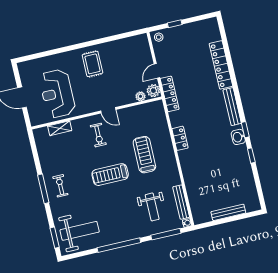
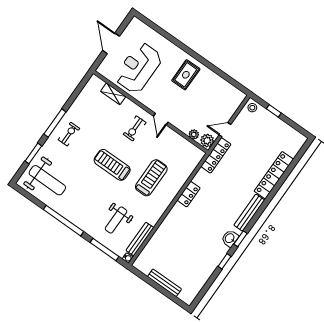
window: (55, 238) -> (33, 153), moved

